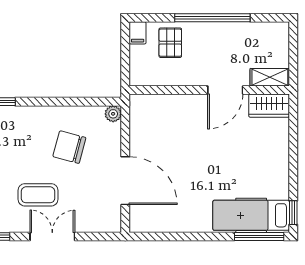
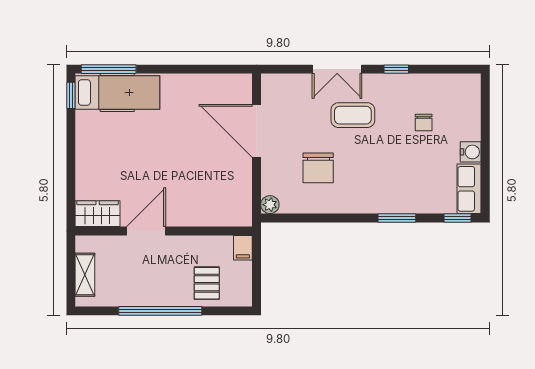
filing cabinet: (138, 33) -> (243, 248), moved, turned 180
shelving: (270, 77) -> (85, 275), moved, turned 90
chair: (69, 147) -> (318, 168), turned 75

